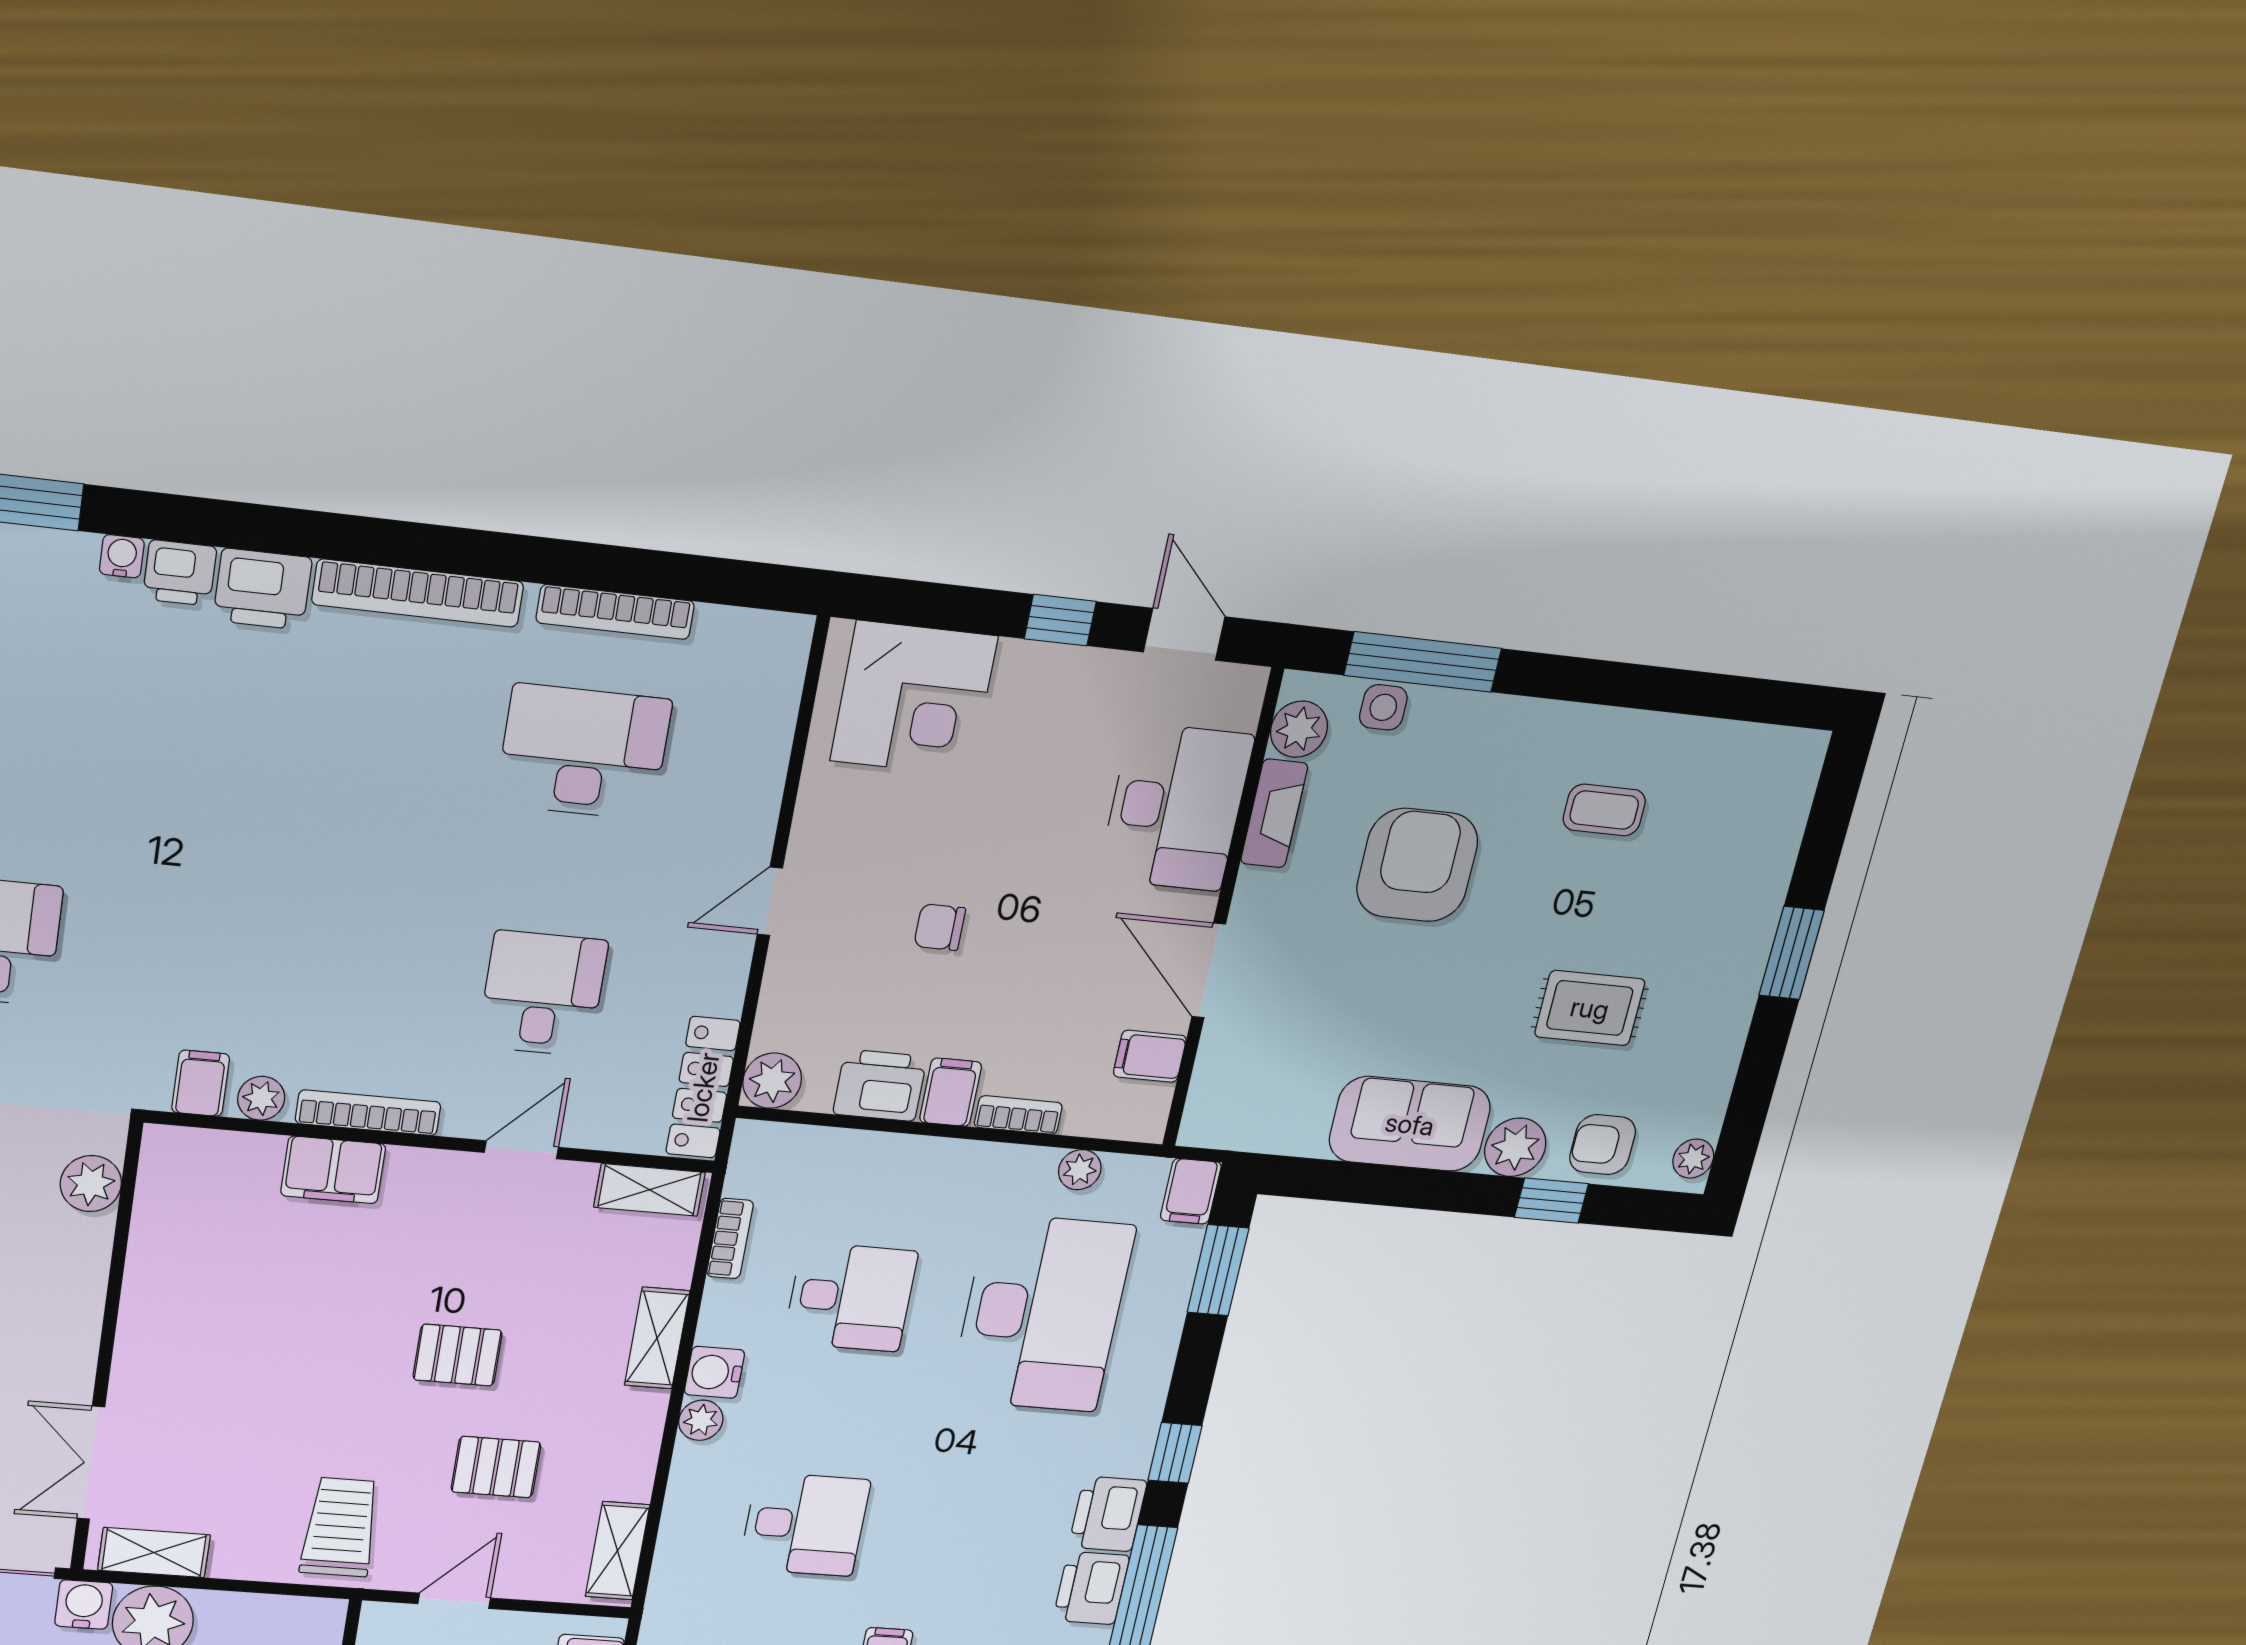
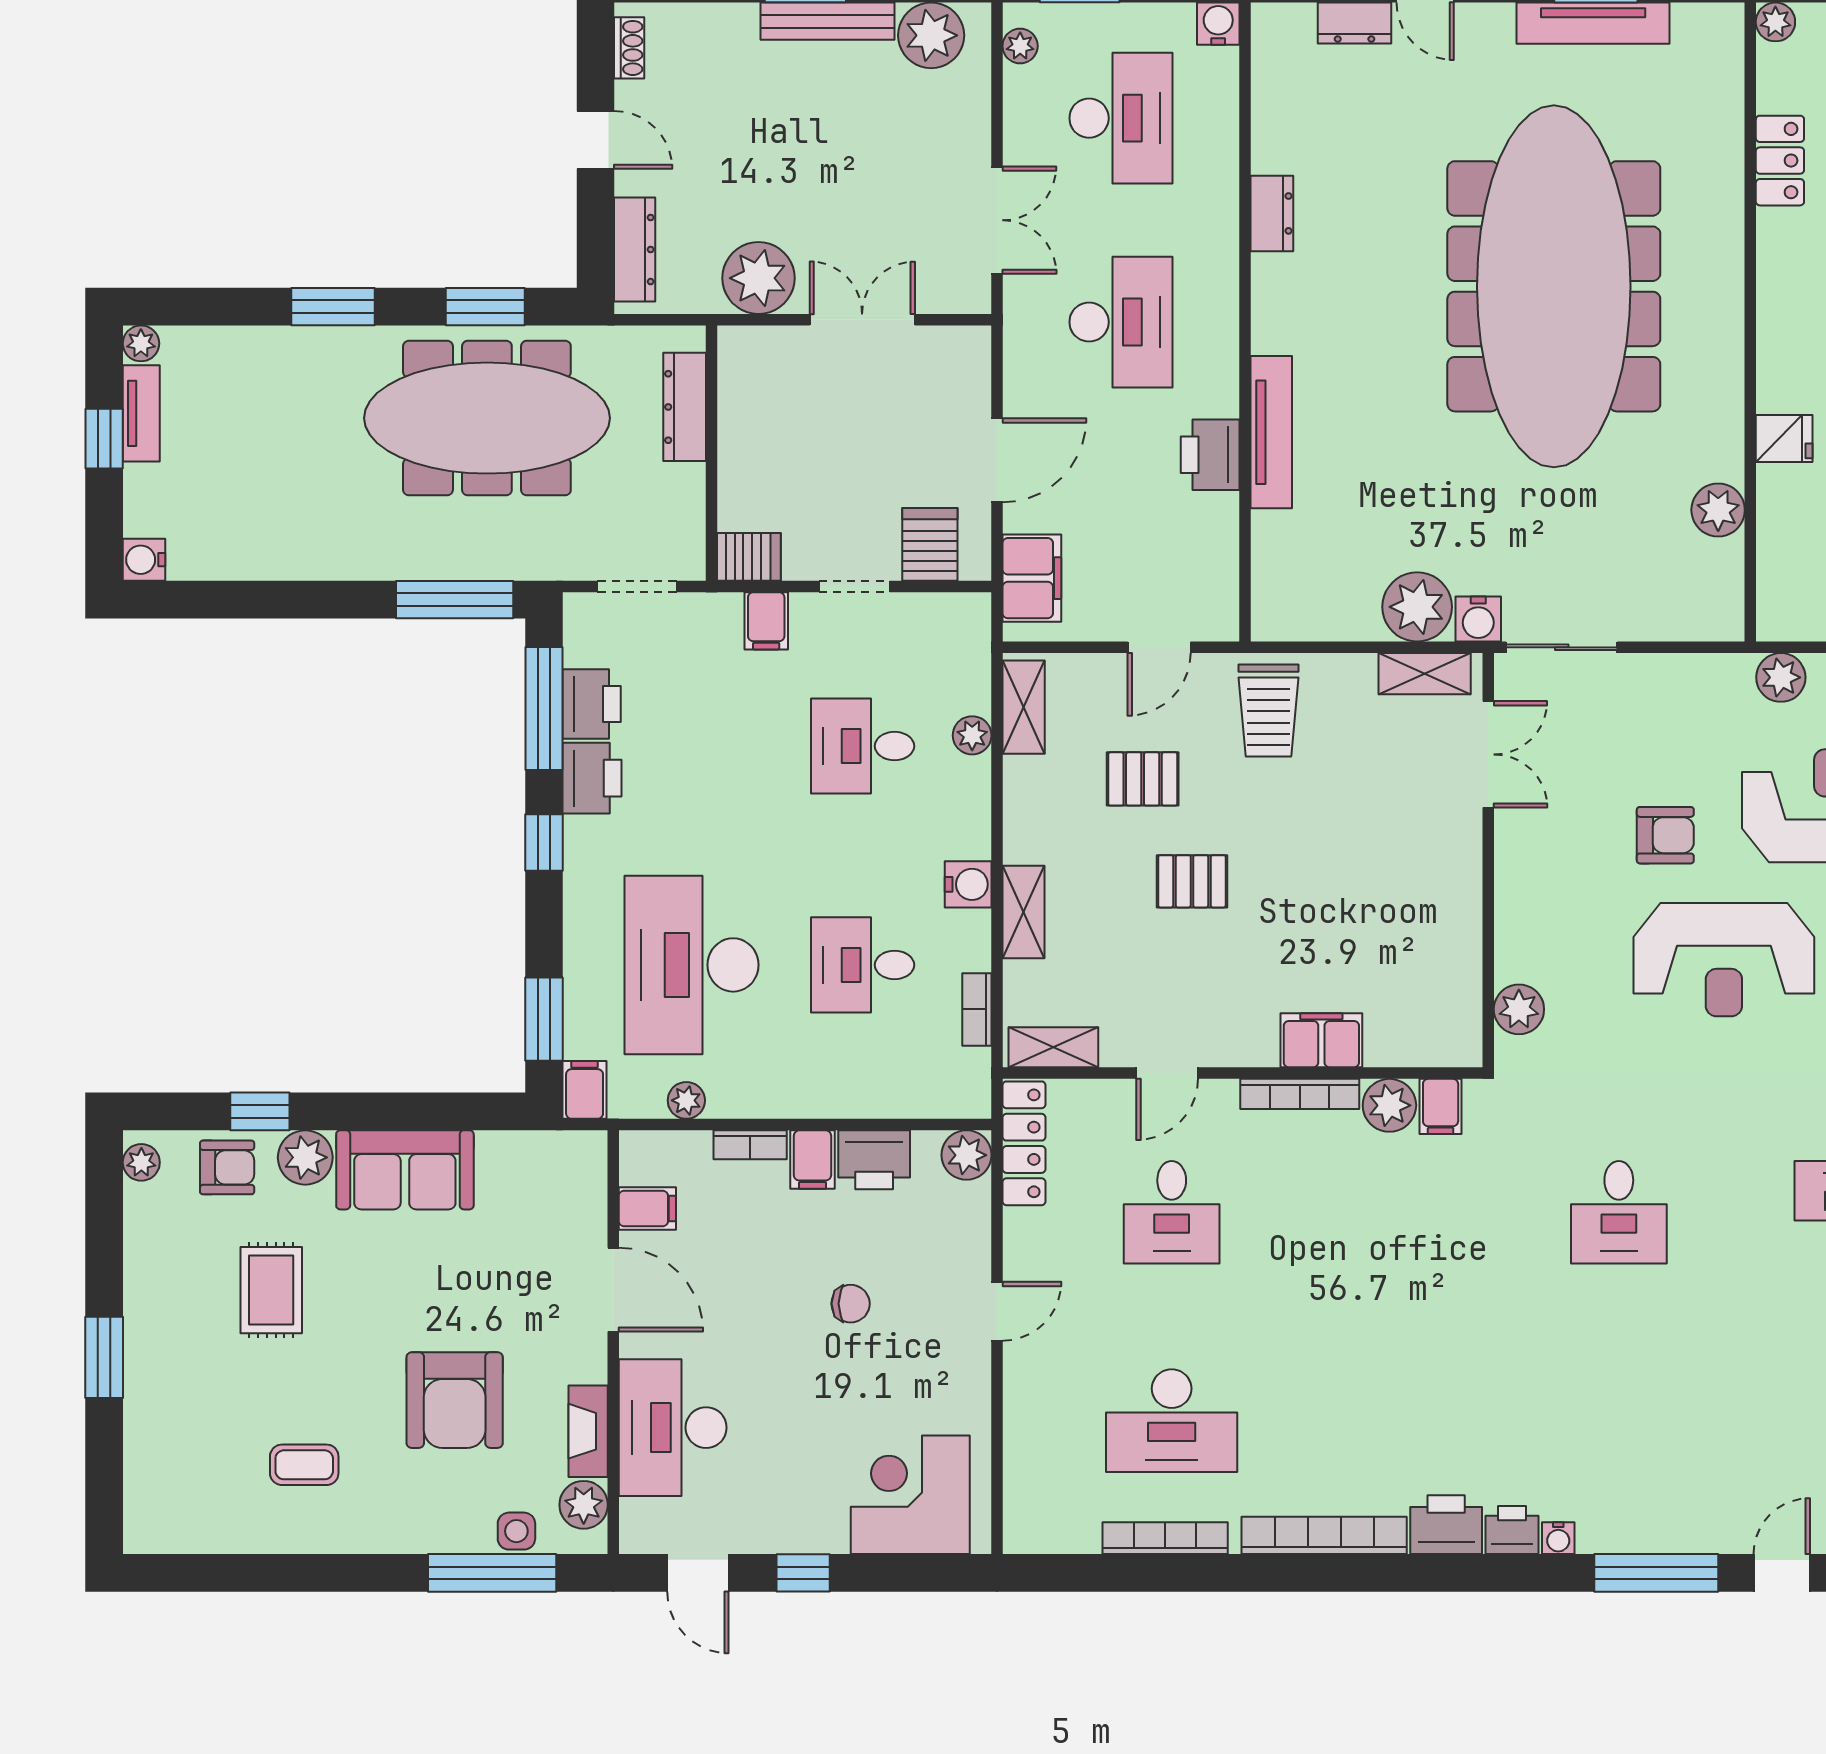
rug: (1590, 1008) -> (271, 1290), turned 90
plant: (261, 1098) -> (1389, 1105), width x1.38, depth x1.38
plant: (701, 1420) -> (972, 735), moved

